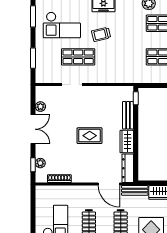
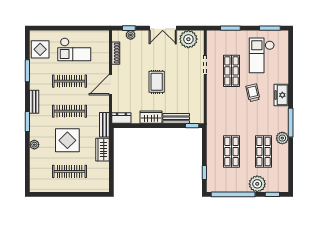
plant: (40, 107) -> (188, 39), width x1.88, depth x1.88
dresser: (128, 168) -> (121, 118), width x0.70
door: (109, 184) -> (111, 85), moved

